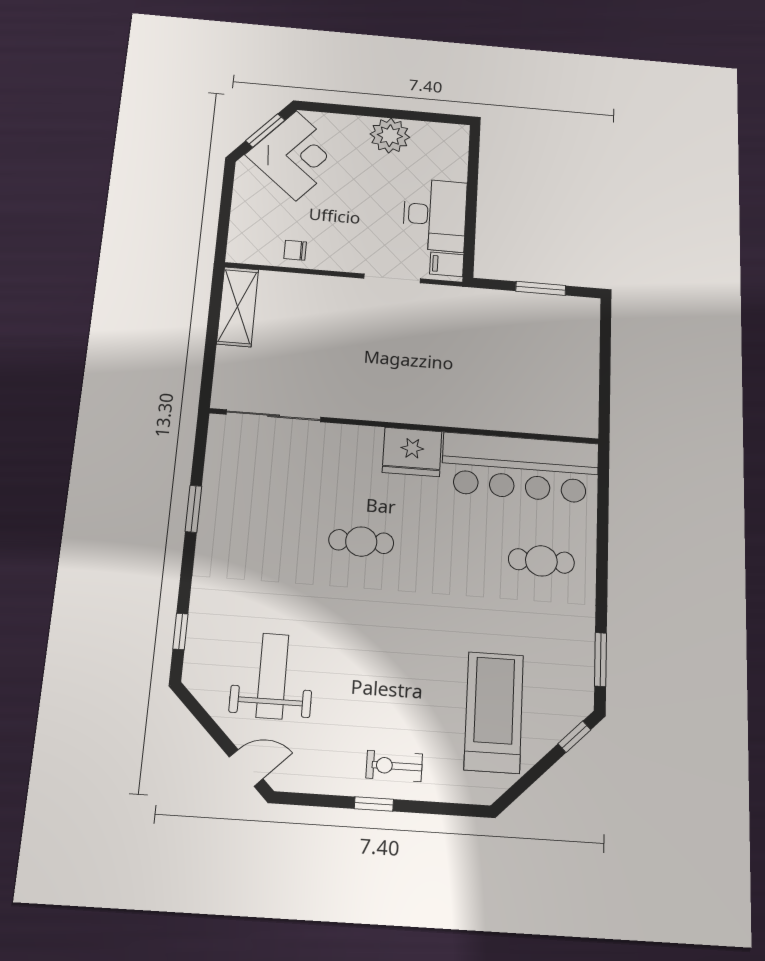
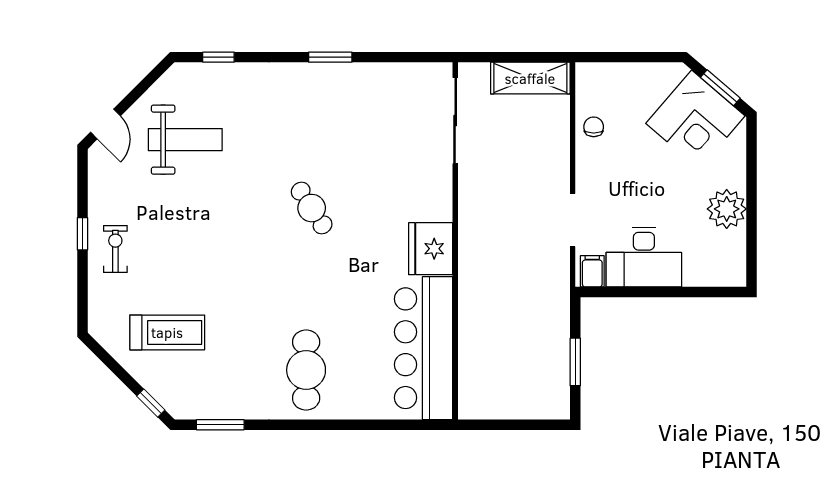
sliding door: (274, 416) -> (455, 121), moved
wall: (405, 426) -> (455, 241), moved
fridge: (412, 452) -> (431, 249), moved
bar counter: (520, 468) -> (424, 348), moved
cafe table: (361, 542) -> (312, 208), turned -33
cafe table: (541, 561) -> (306, 370), width x1.37, depth x1.35
treadmill: (494, 712) -> (167, 332), width x0.73, depth x0.73

